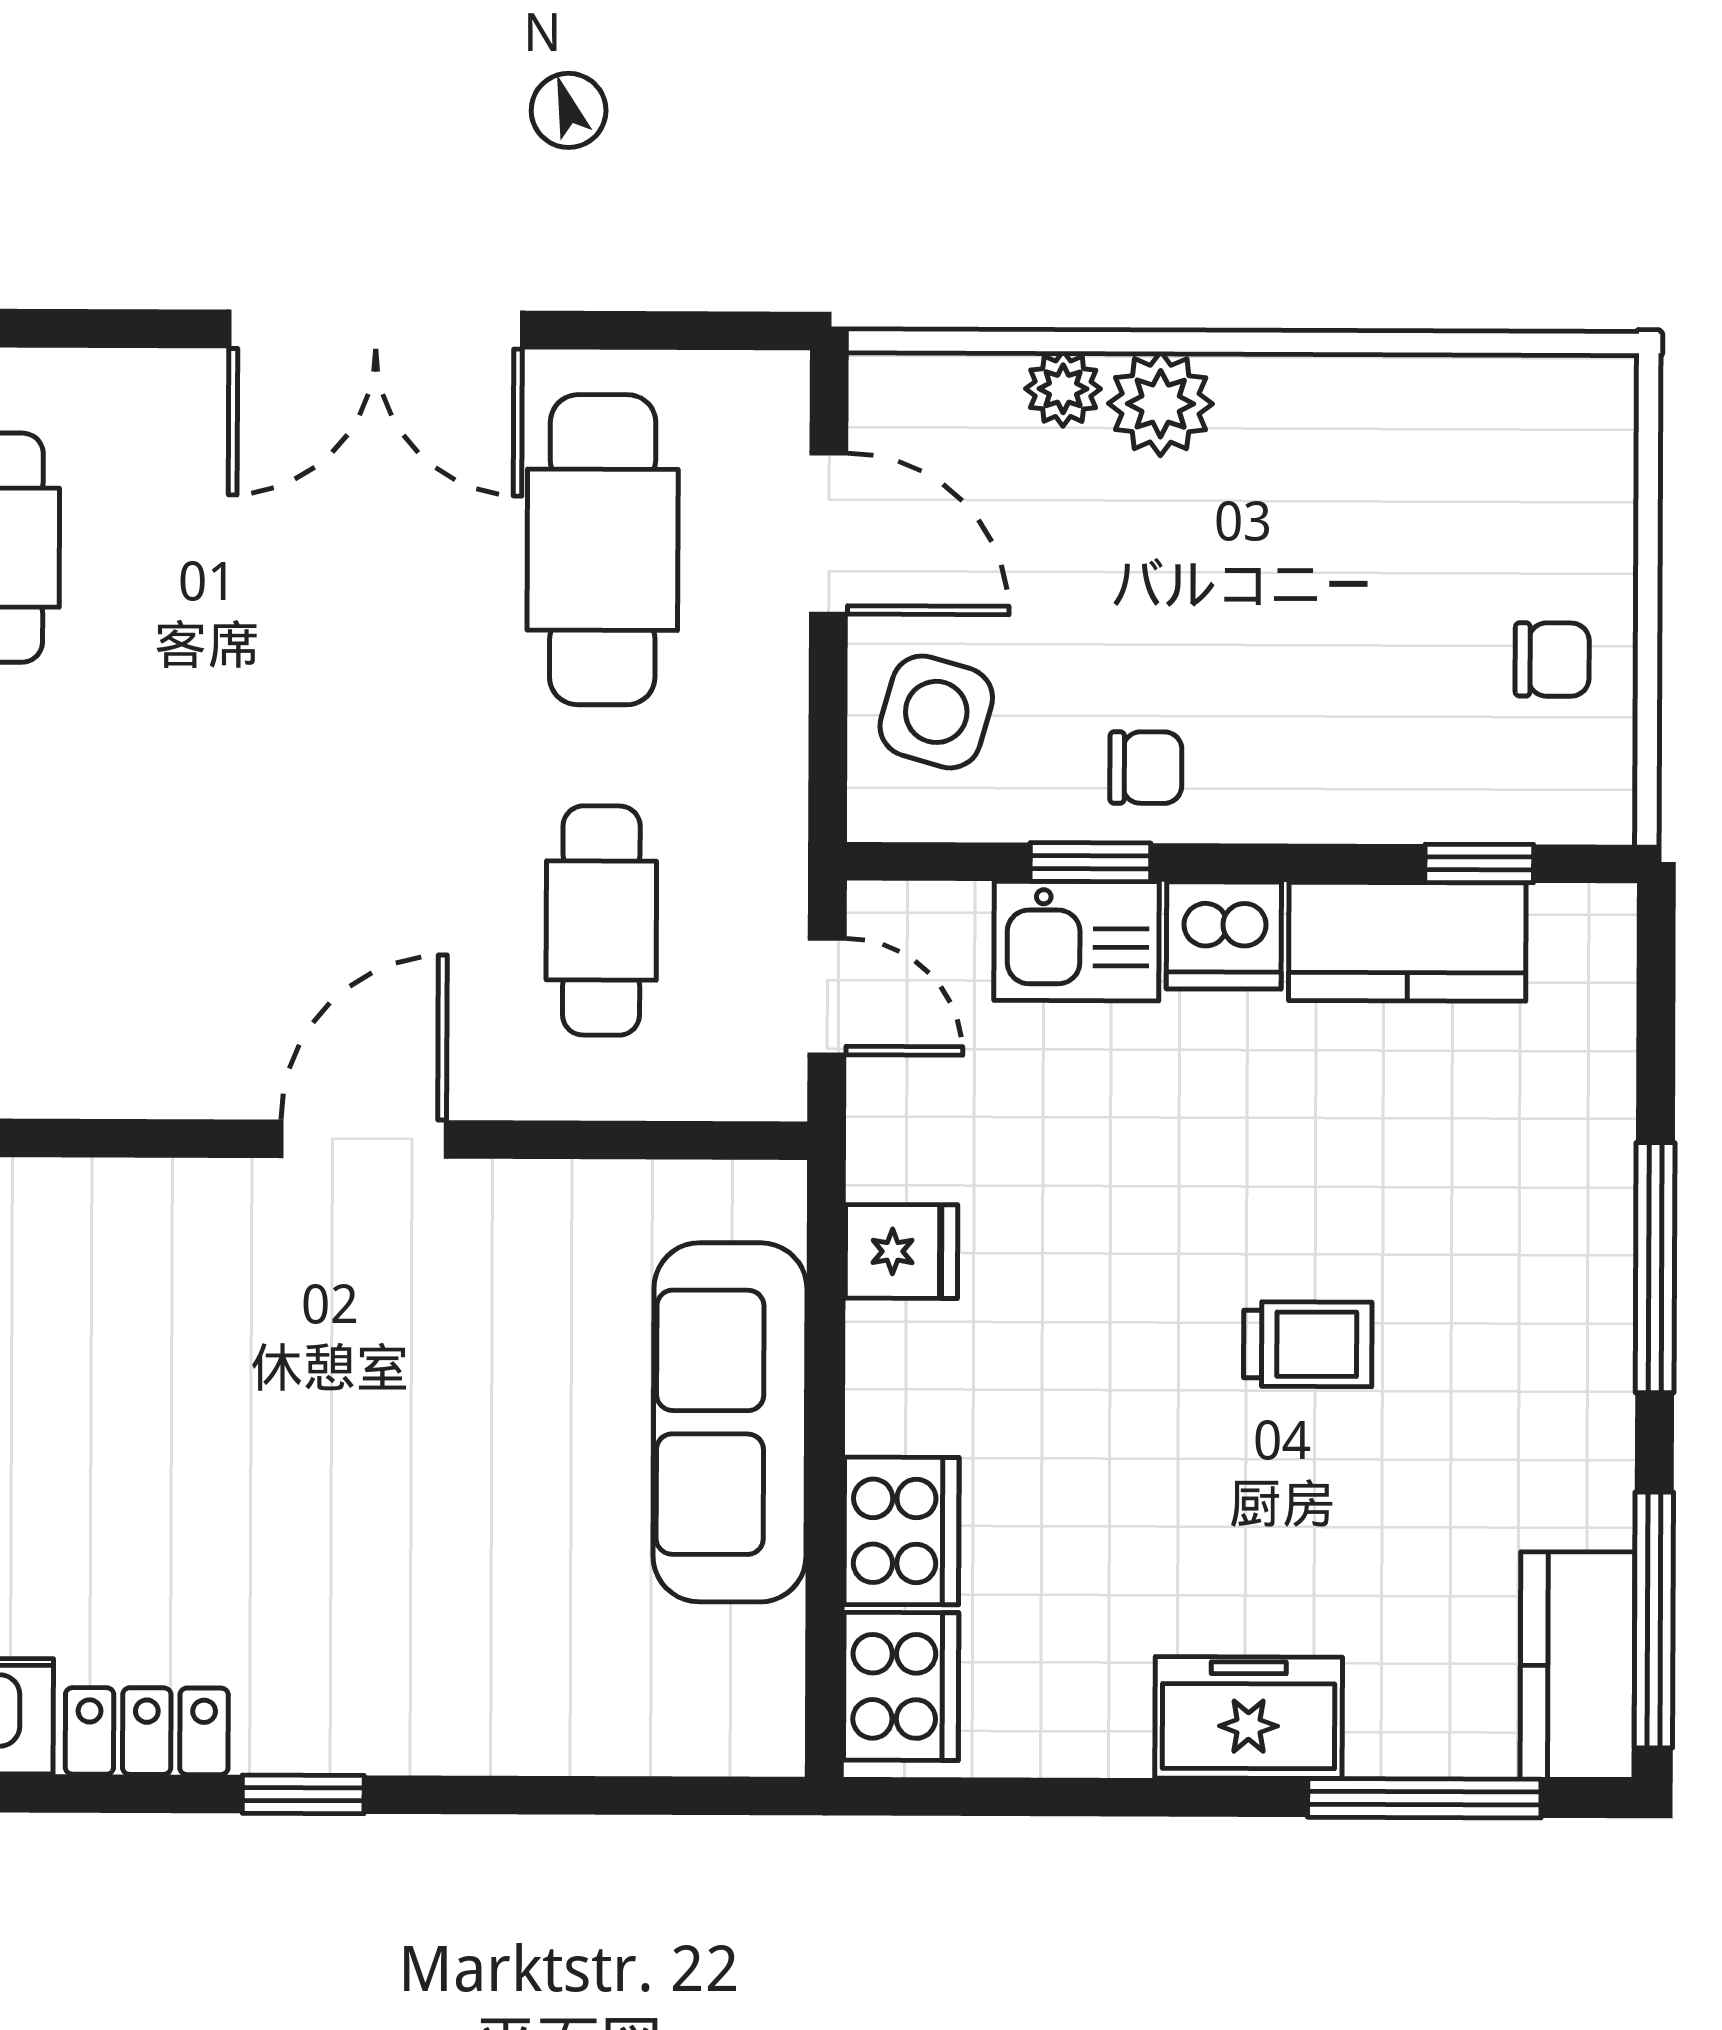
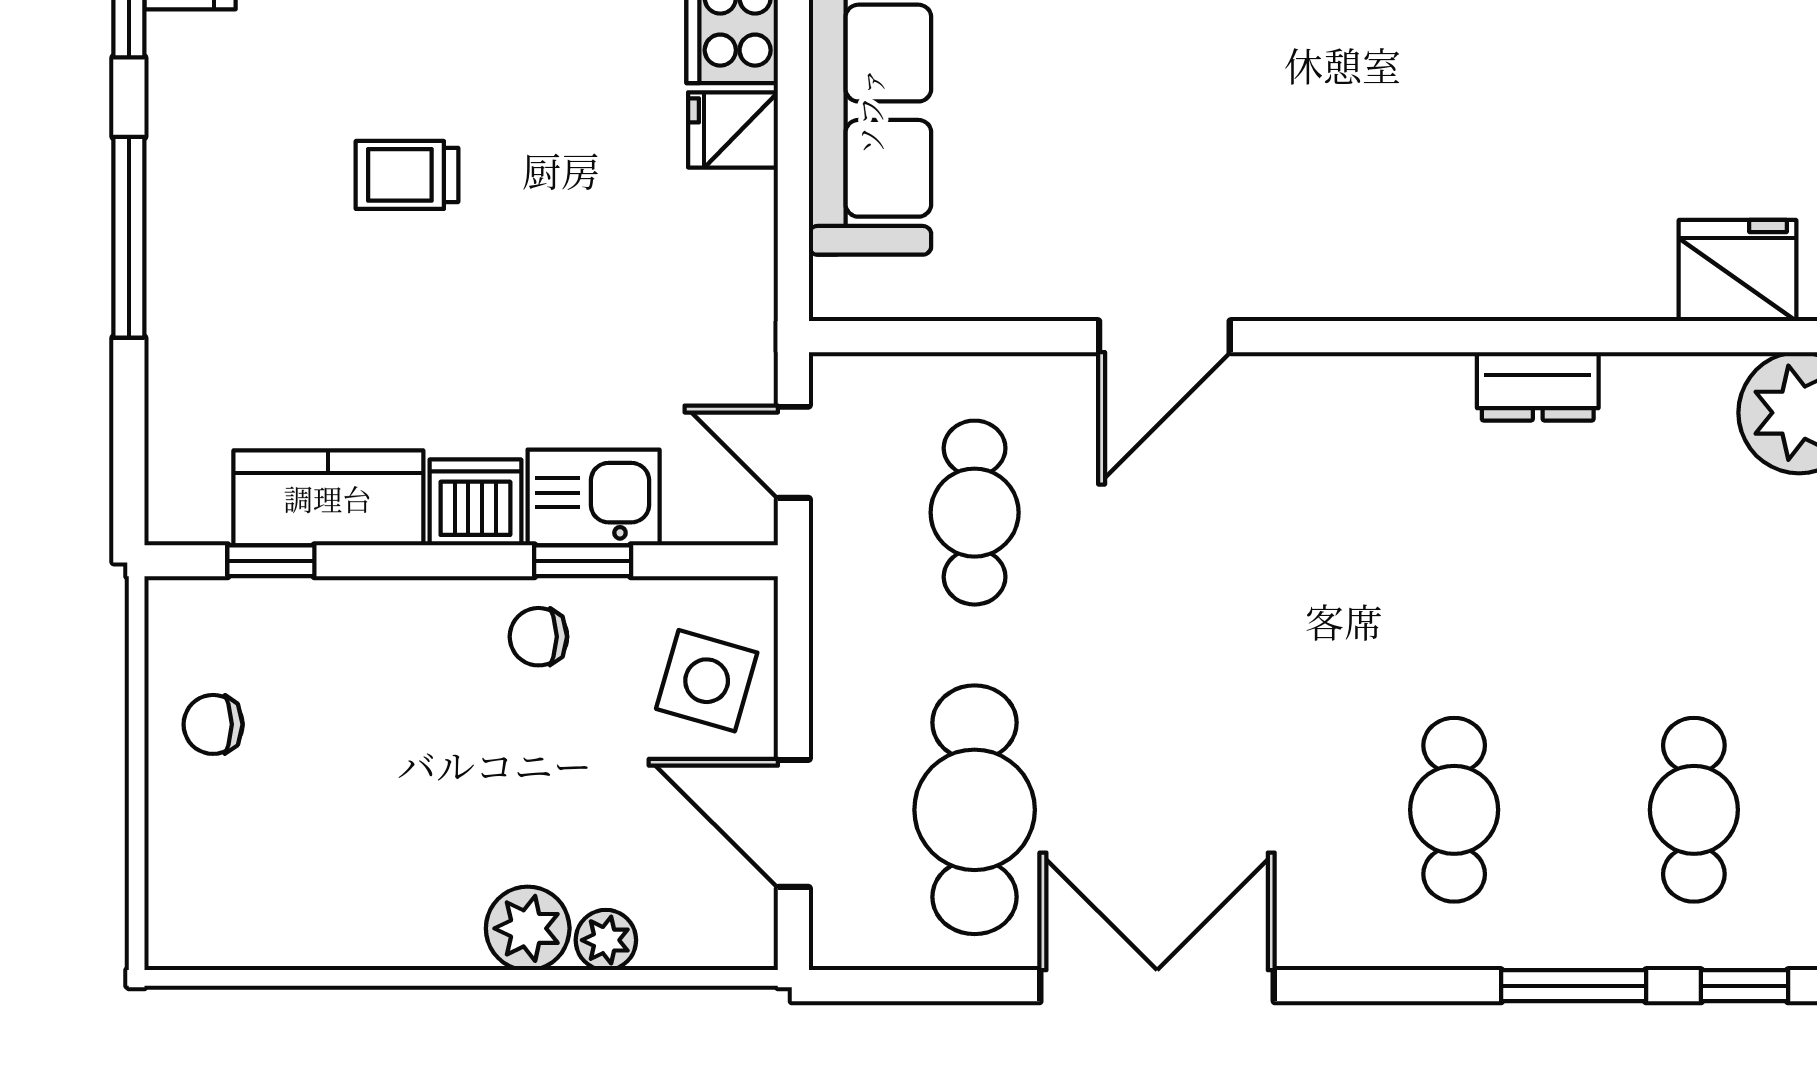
fridge: (901, 1251) -> (733, 130), moved

